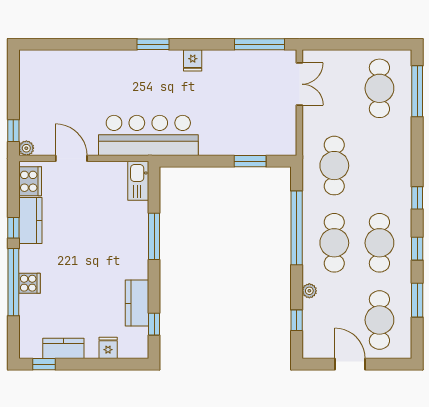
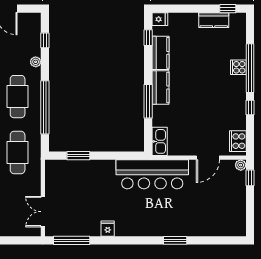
window: (153, 44) -> (175, 240), moved
fridge: (193, 60) -> (108, 229), moved
door: (71, 158) -> (208, 158), hinge flipped
kitchen counter: (30, 220) -> (160, 87), moved, turned 180
fridge: (108, 348) -> (160, 19), moved, turned -90

